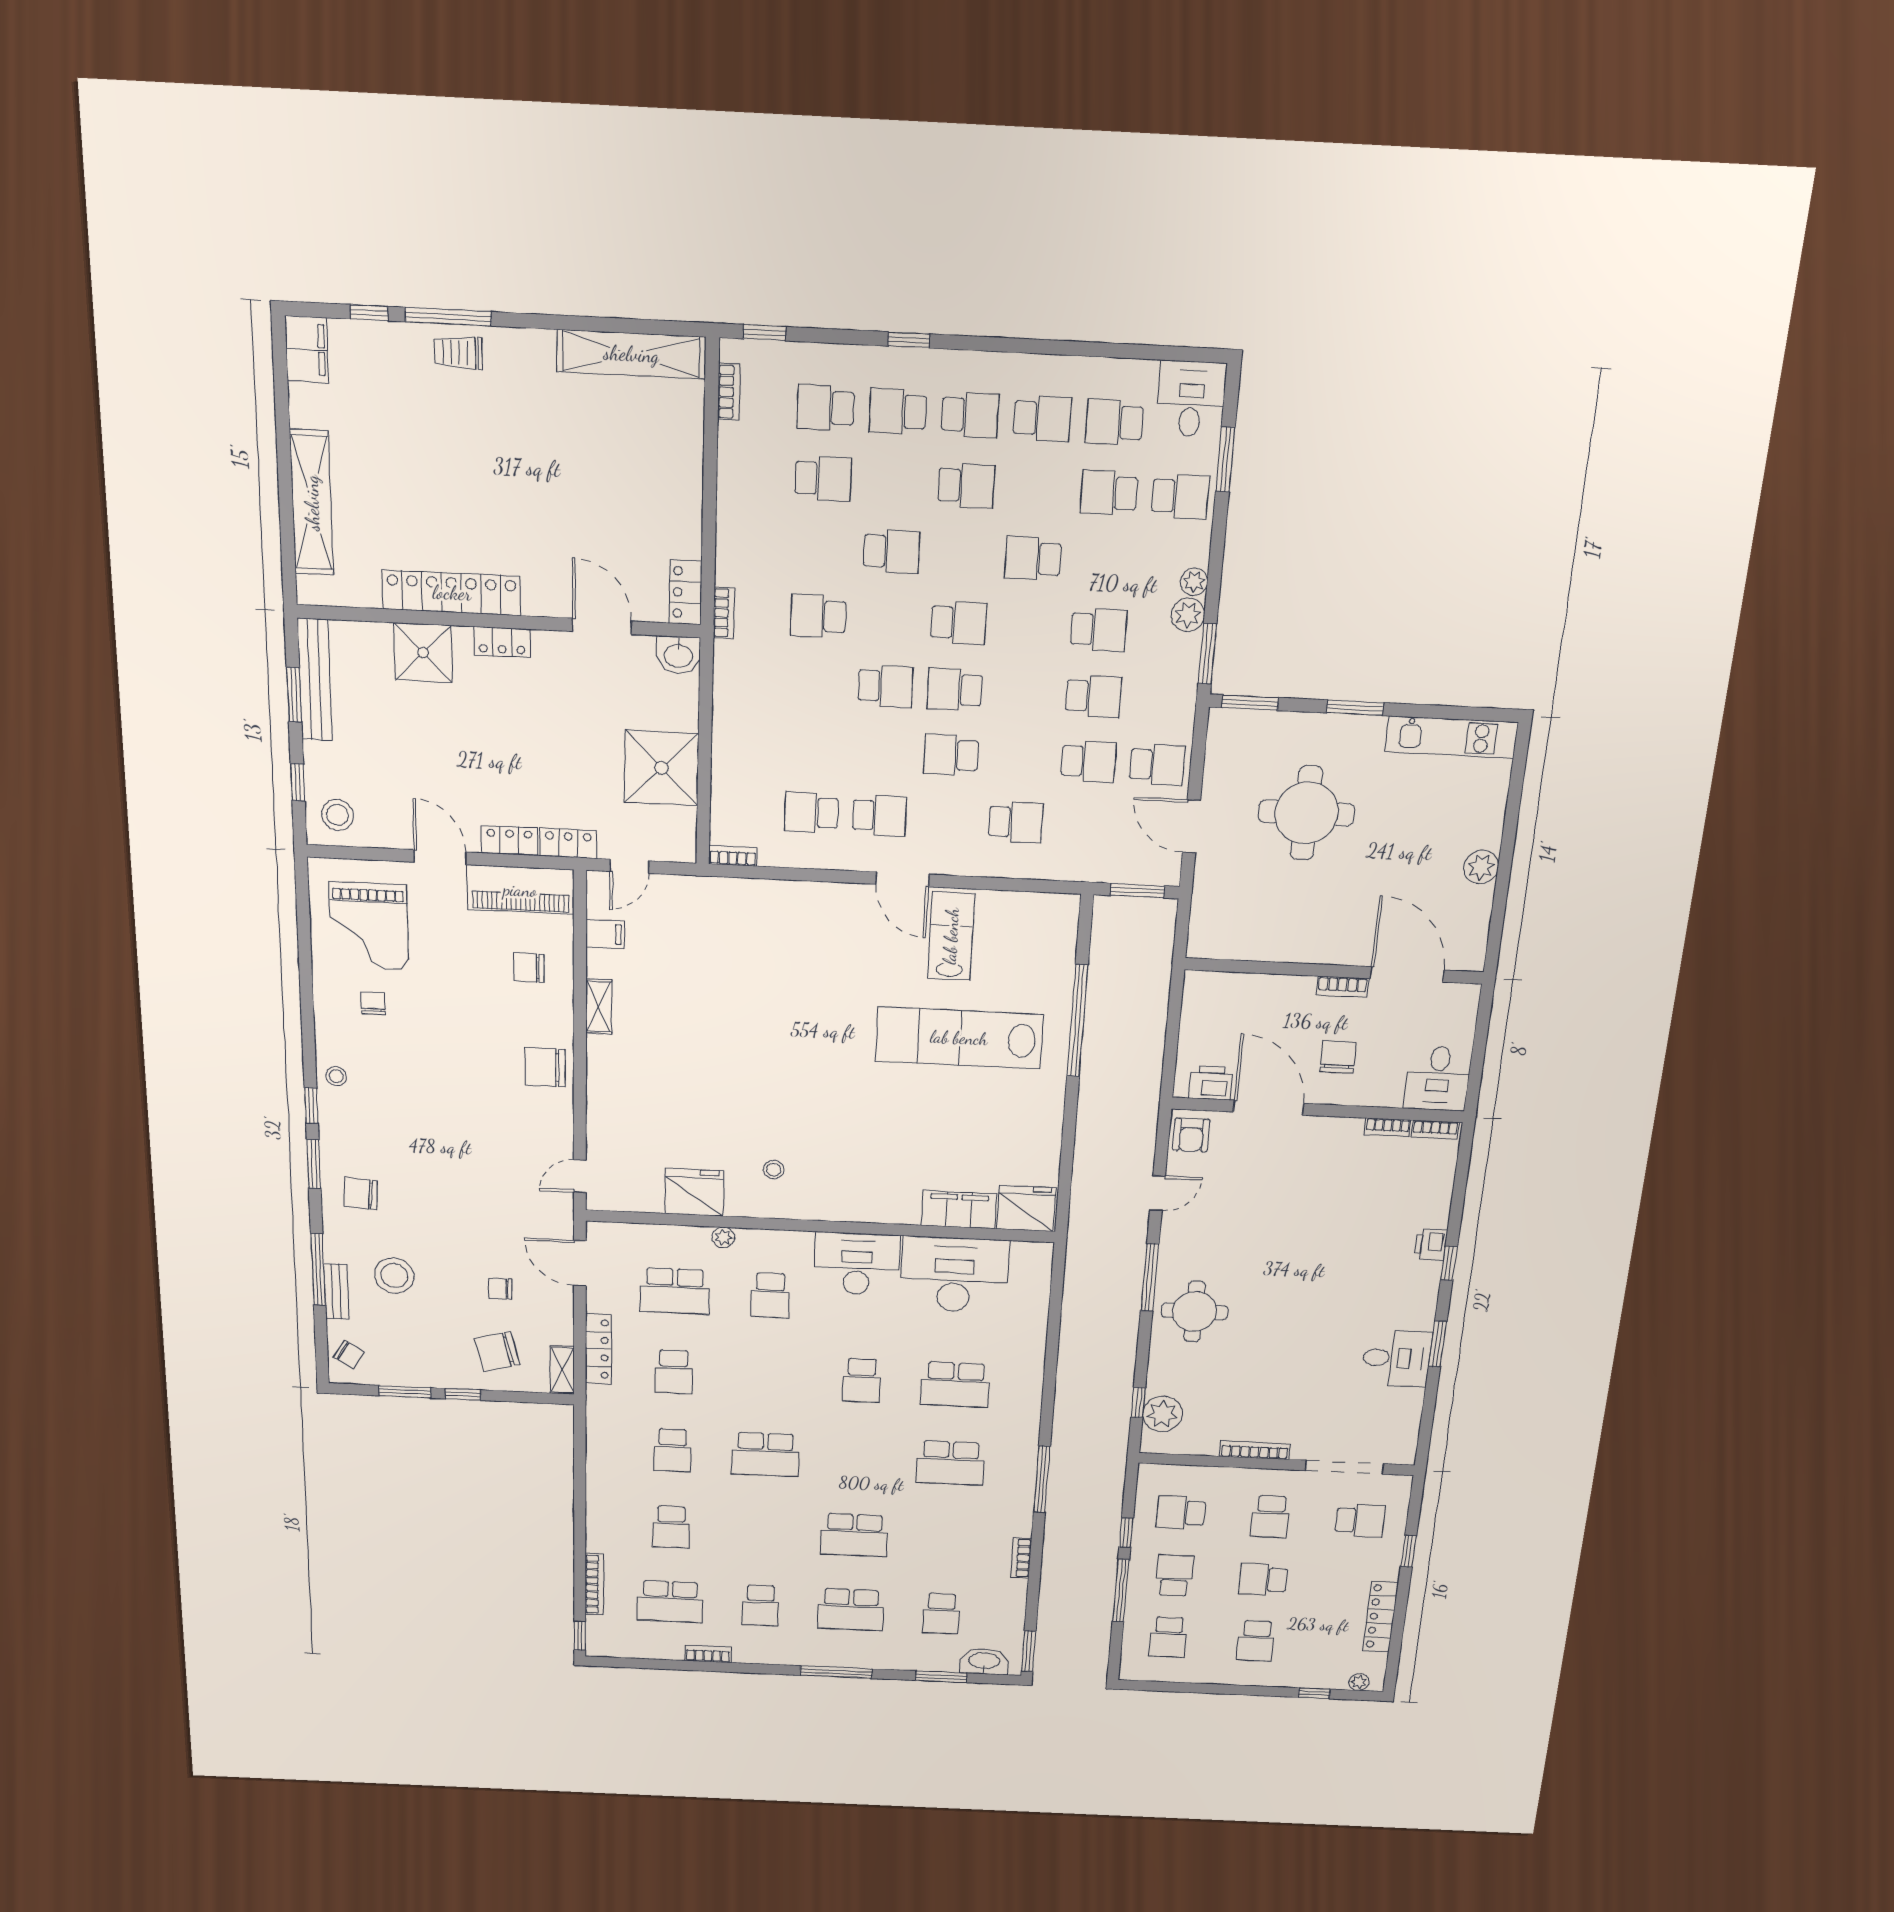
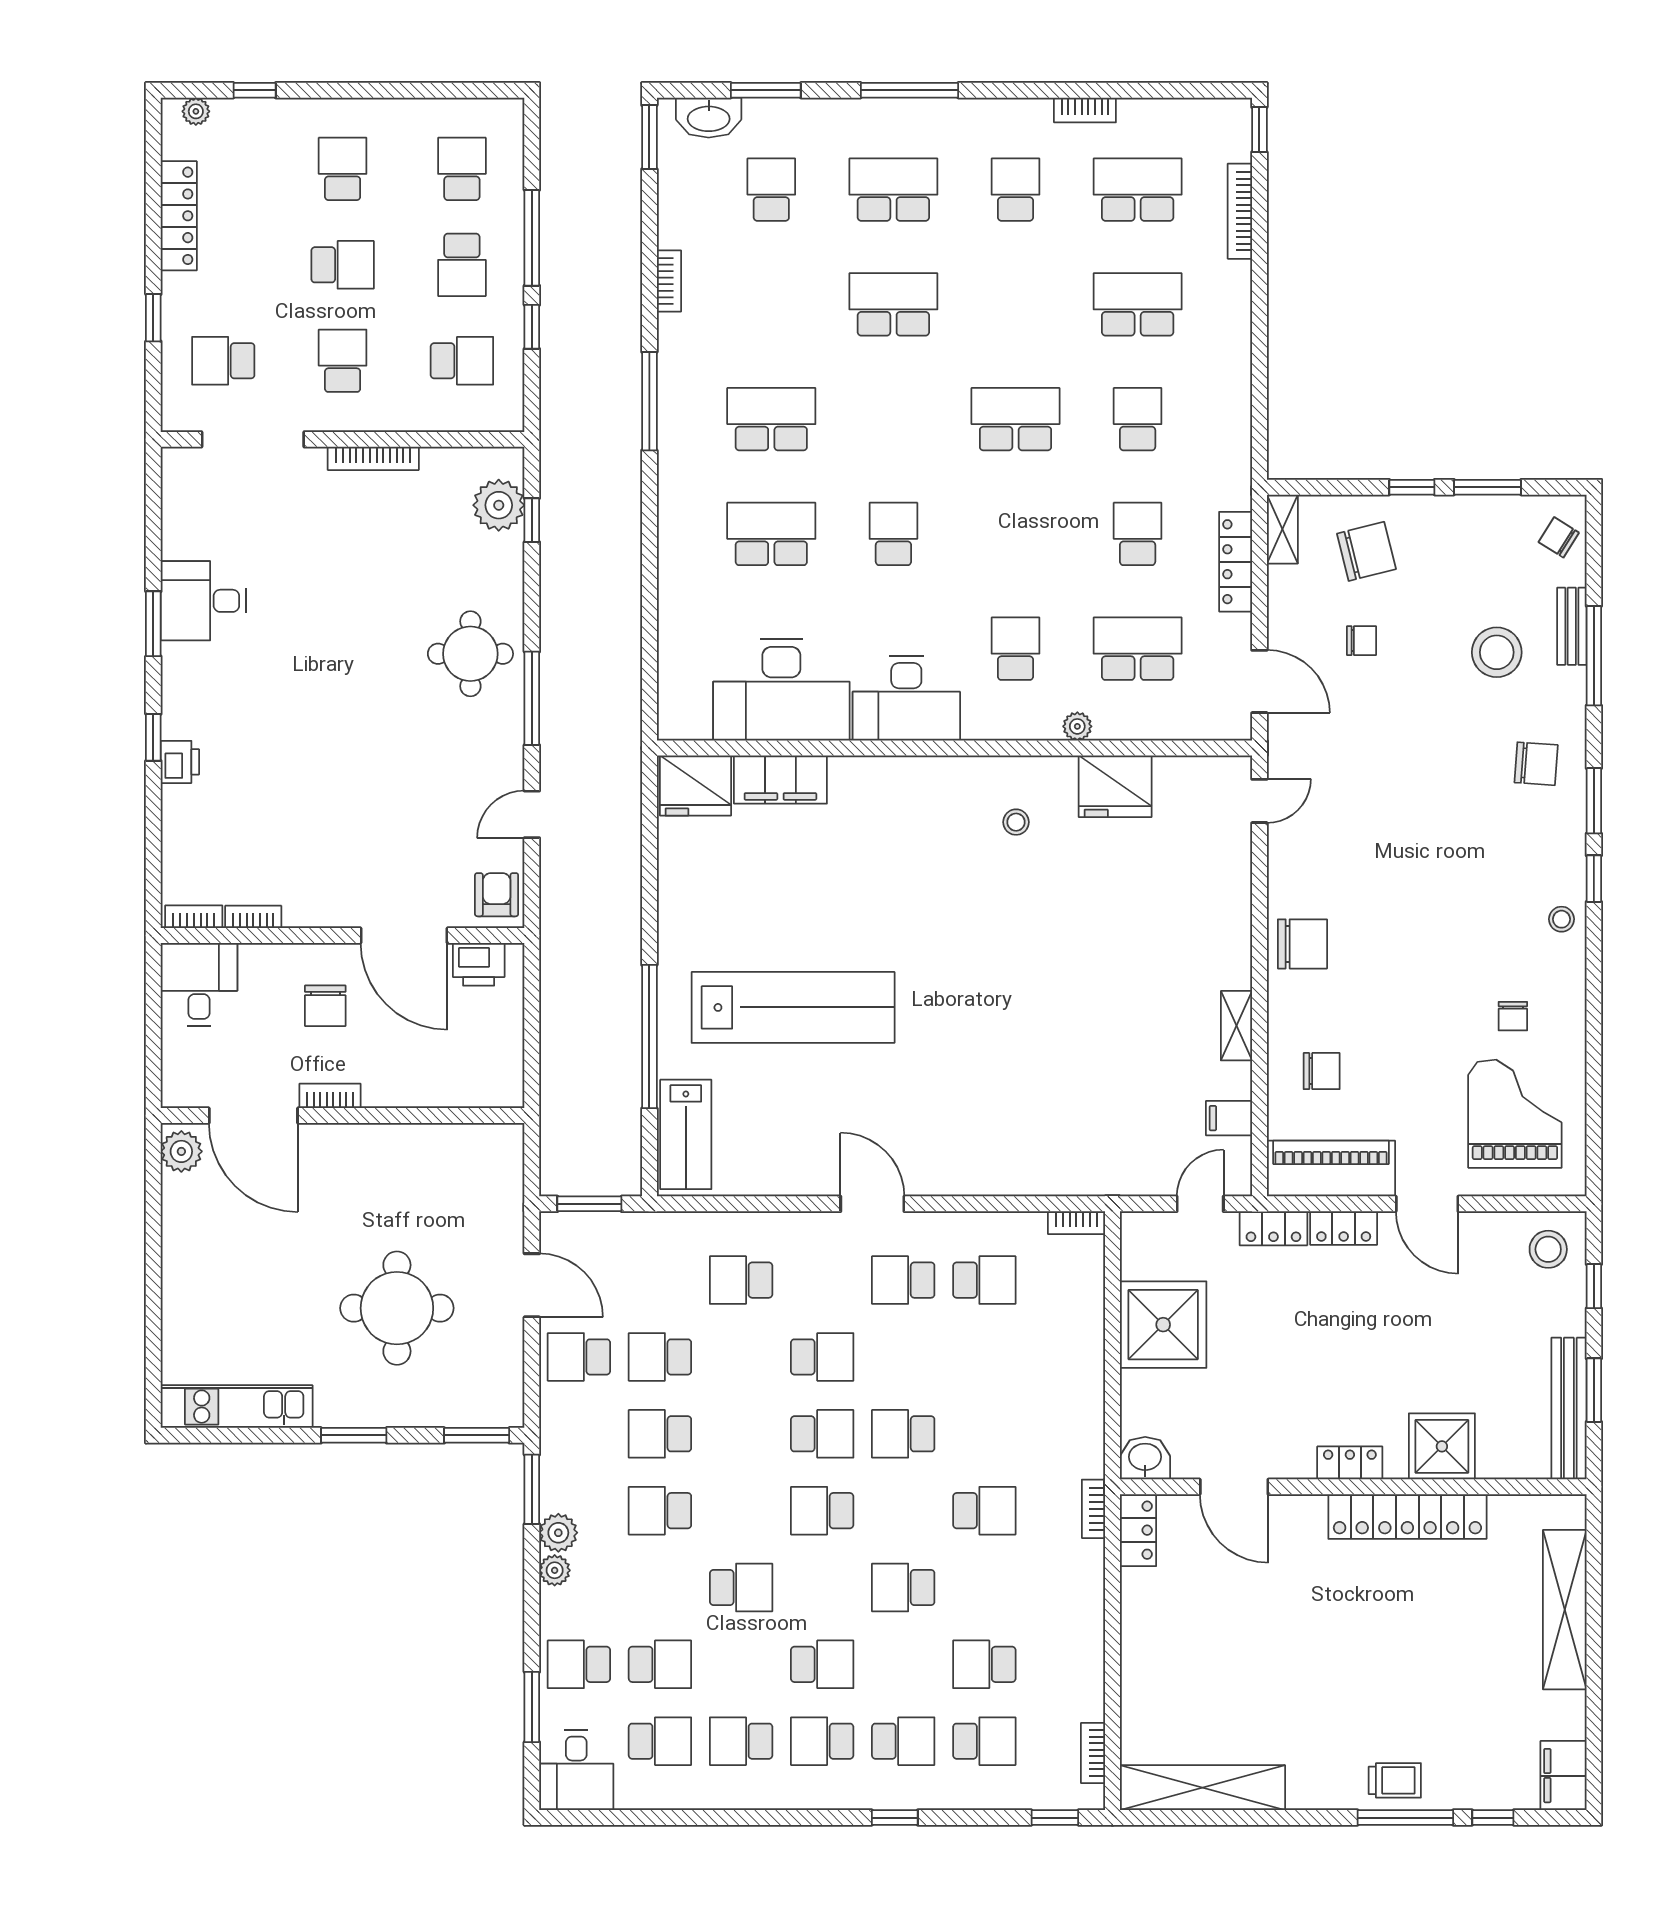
school desk: (966, 486) -> (822, 1664), turned 180
plant: (1481, 867) -> (181, 1151), moved
lab bench: (951, 936) -> (686, 1134), moved
school desk: (671, 1527) -> (1138, 304), width x1.85

